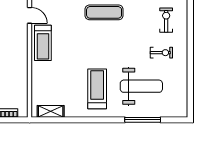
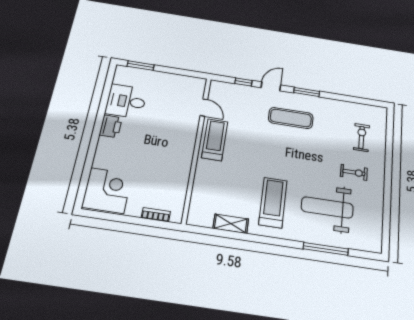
treadmill: (43, 43) -> (215, 140), turned 180
weight bench: (141, 86) -> (327, 207), turned 180
shelving: (51, 111) -> (231, 224), moved

